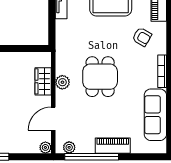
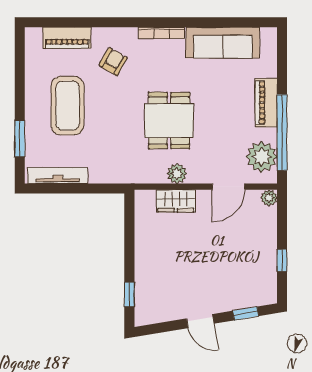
dining table: (100, 77) -> (169, 121), turned 90
door: (53, 119) -> (228, 187), hinge flipped
plant: (69, 147) -> (262, 157), width x1.88, depth x1.88

